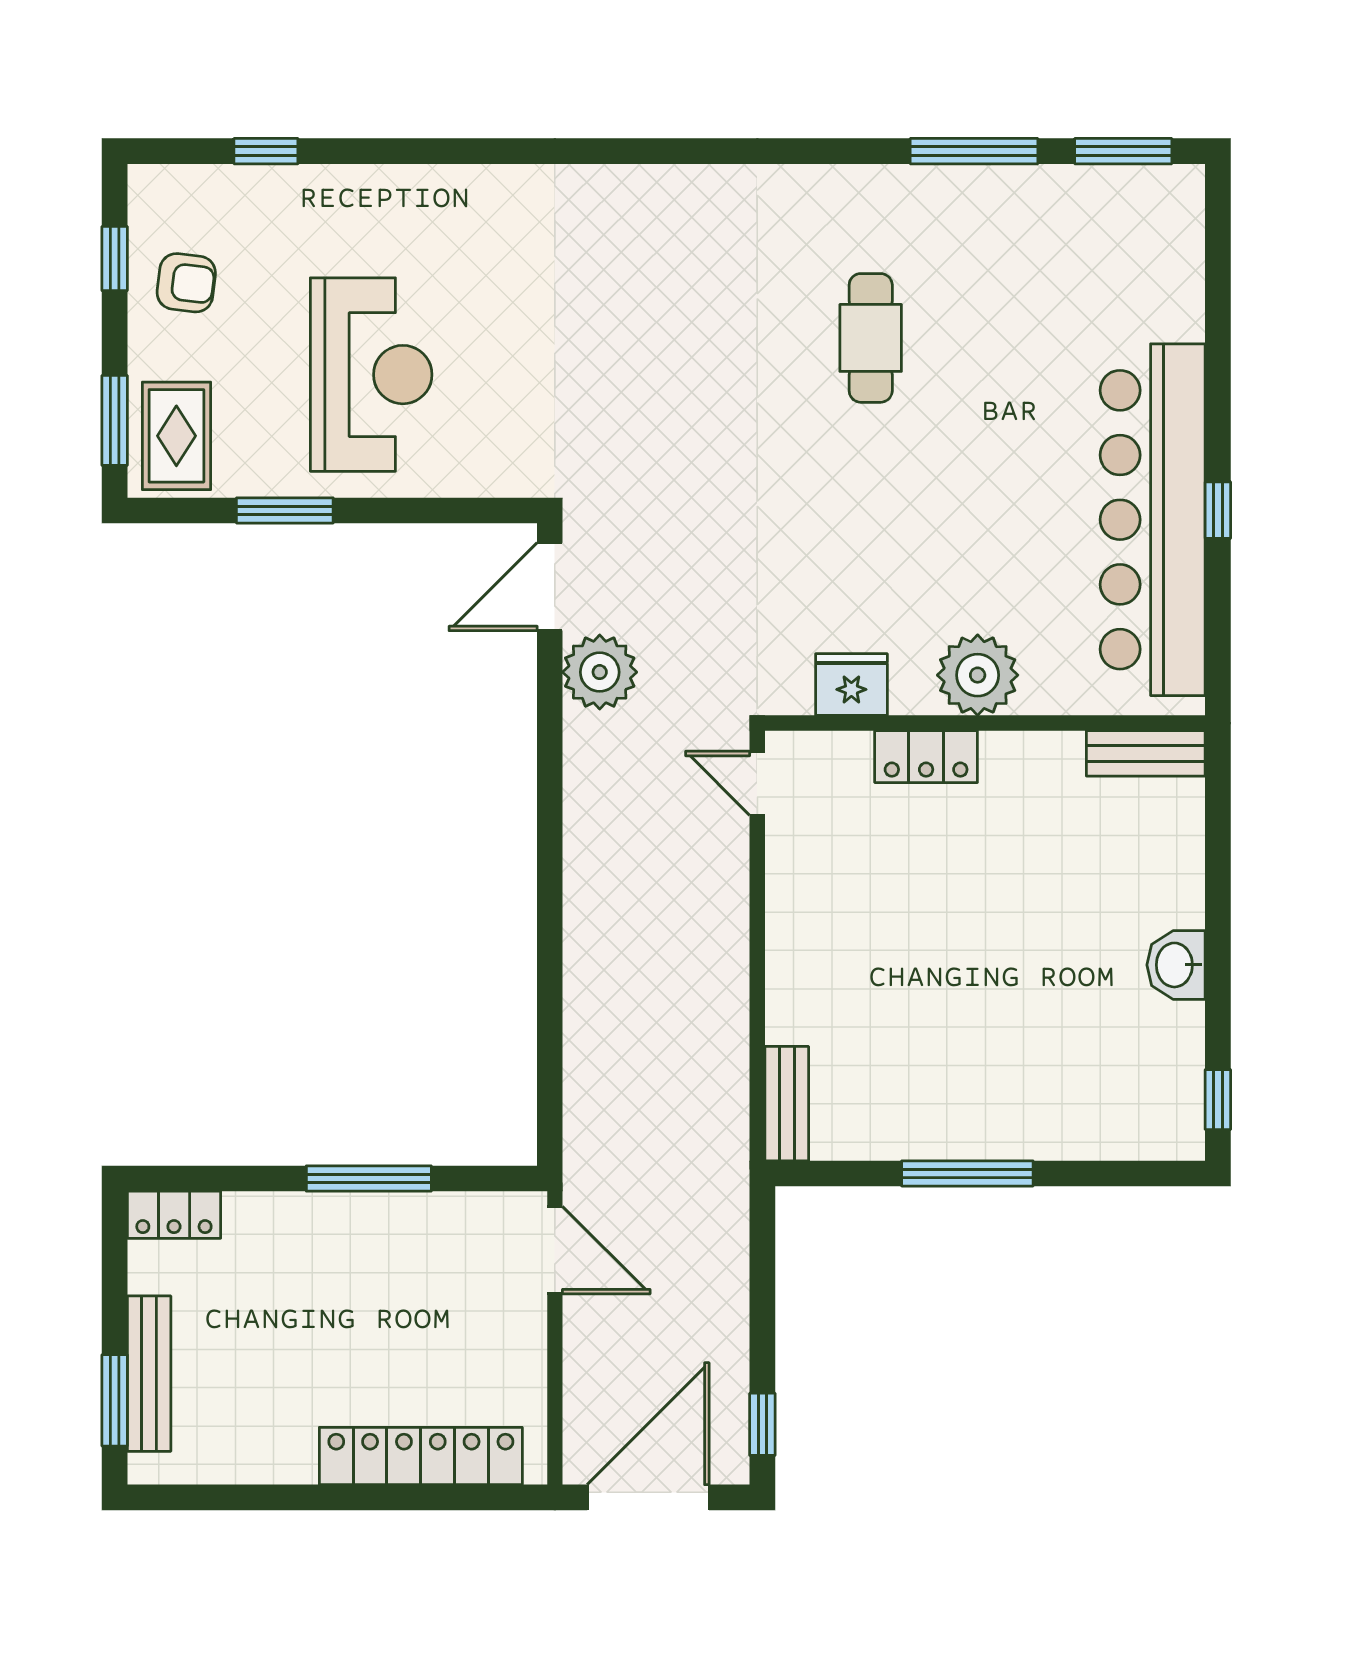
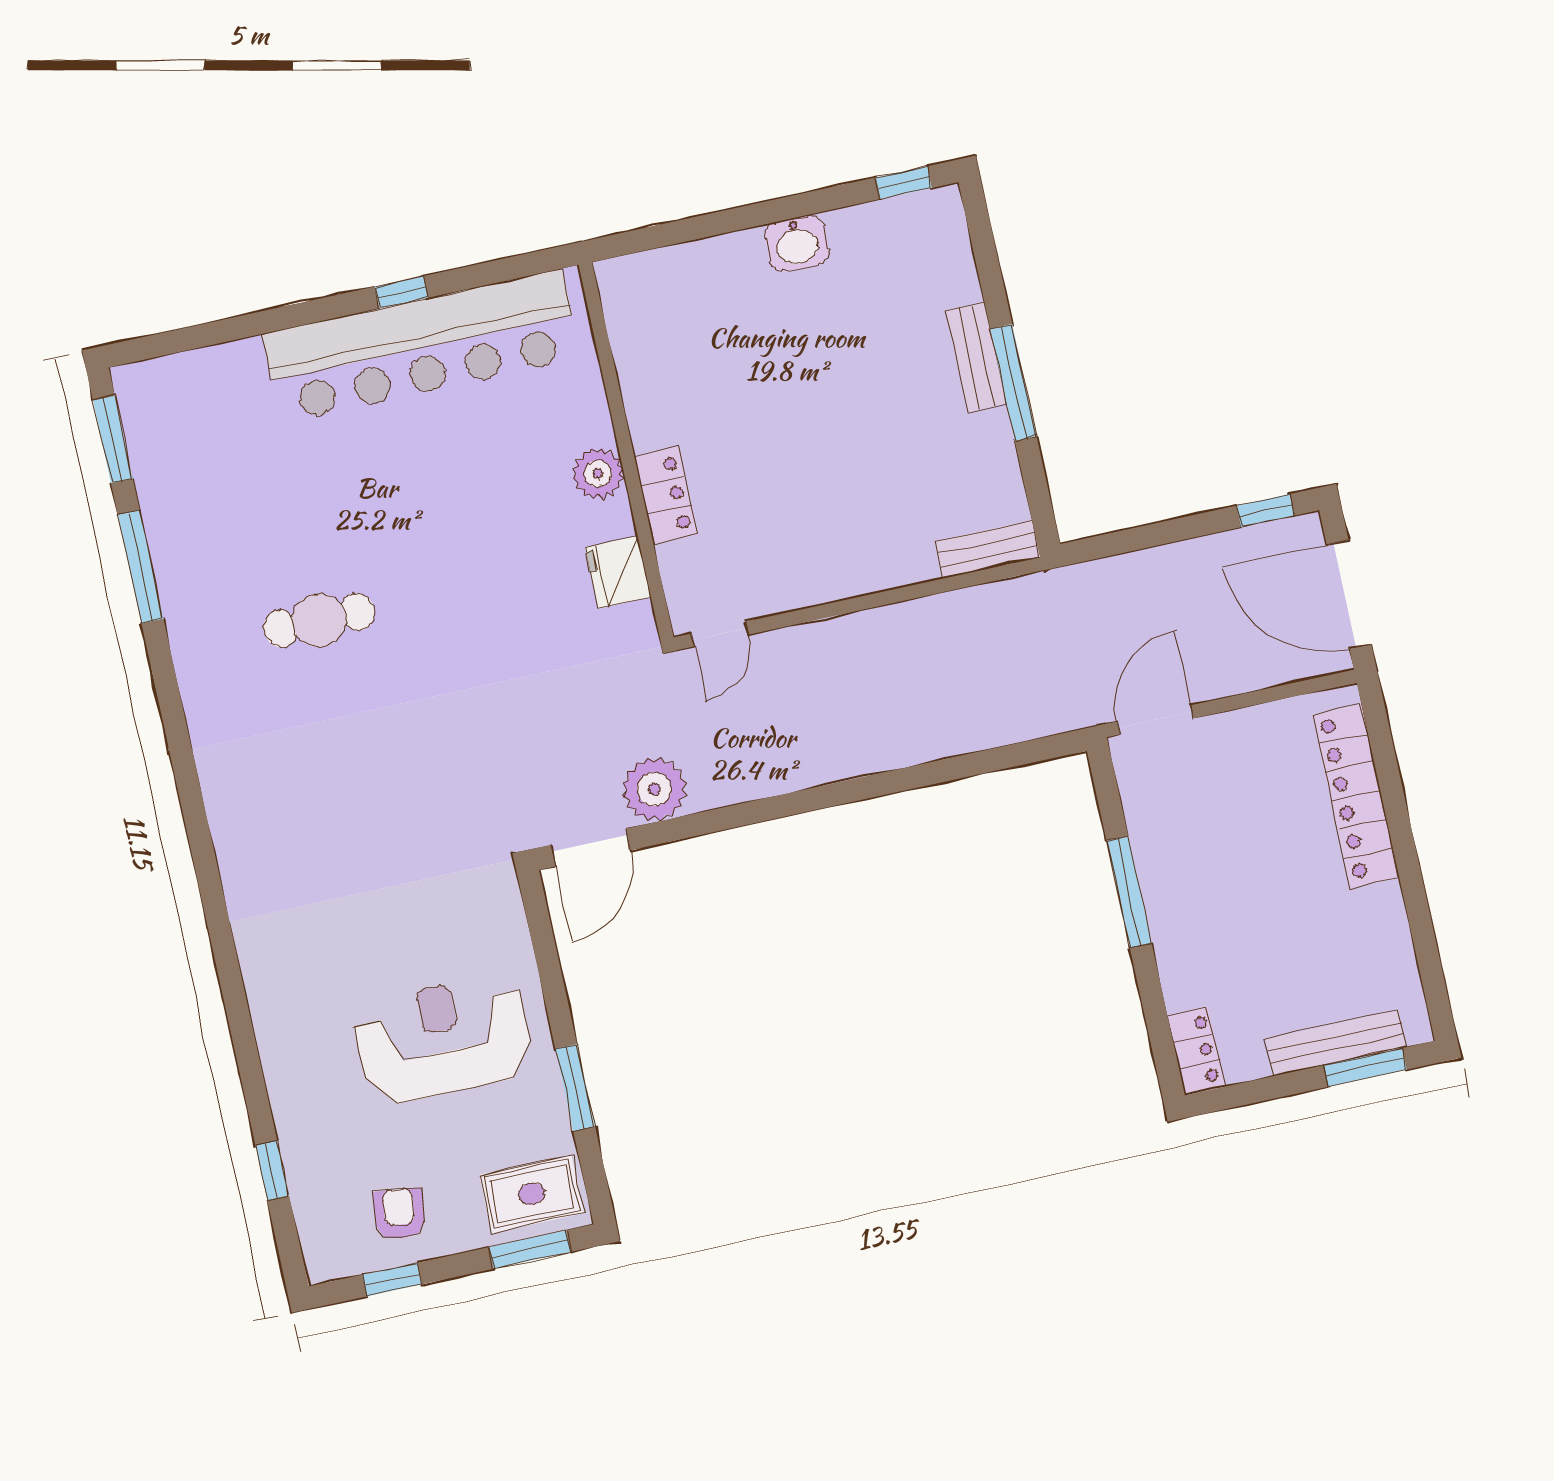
door: (550, 587) -> (591, 848), hinge flipped
plant: (978, 675) -> (598, 474), width x0.73, depth x0.73
bench: (1146, 753) -> (976, 357), moved

